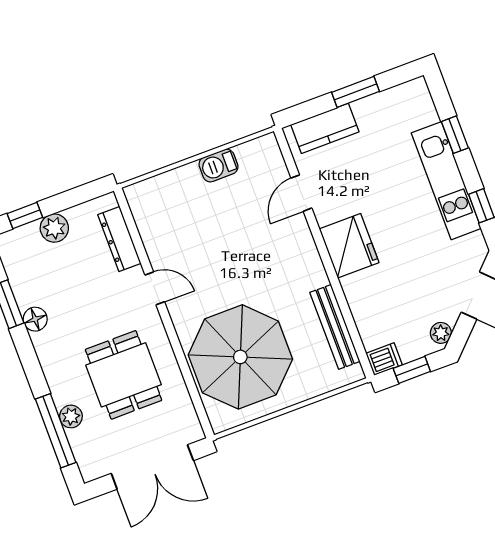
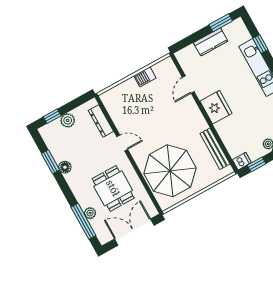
window: (355, 92) -> (221, 23), moved
kitchen counter: (325, 128) -> (211, 42), moved
double door: (152, 467) -> (134, 232), swing flipped

